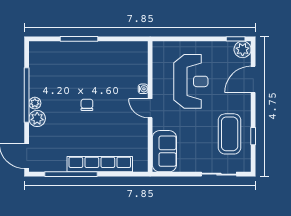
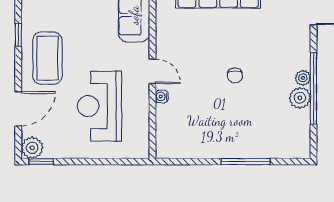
plant: (37, 118) -> (300, 98), moved
coffee table: (230, 134) -> (47, 58), moved

